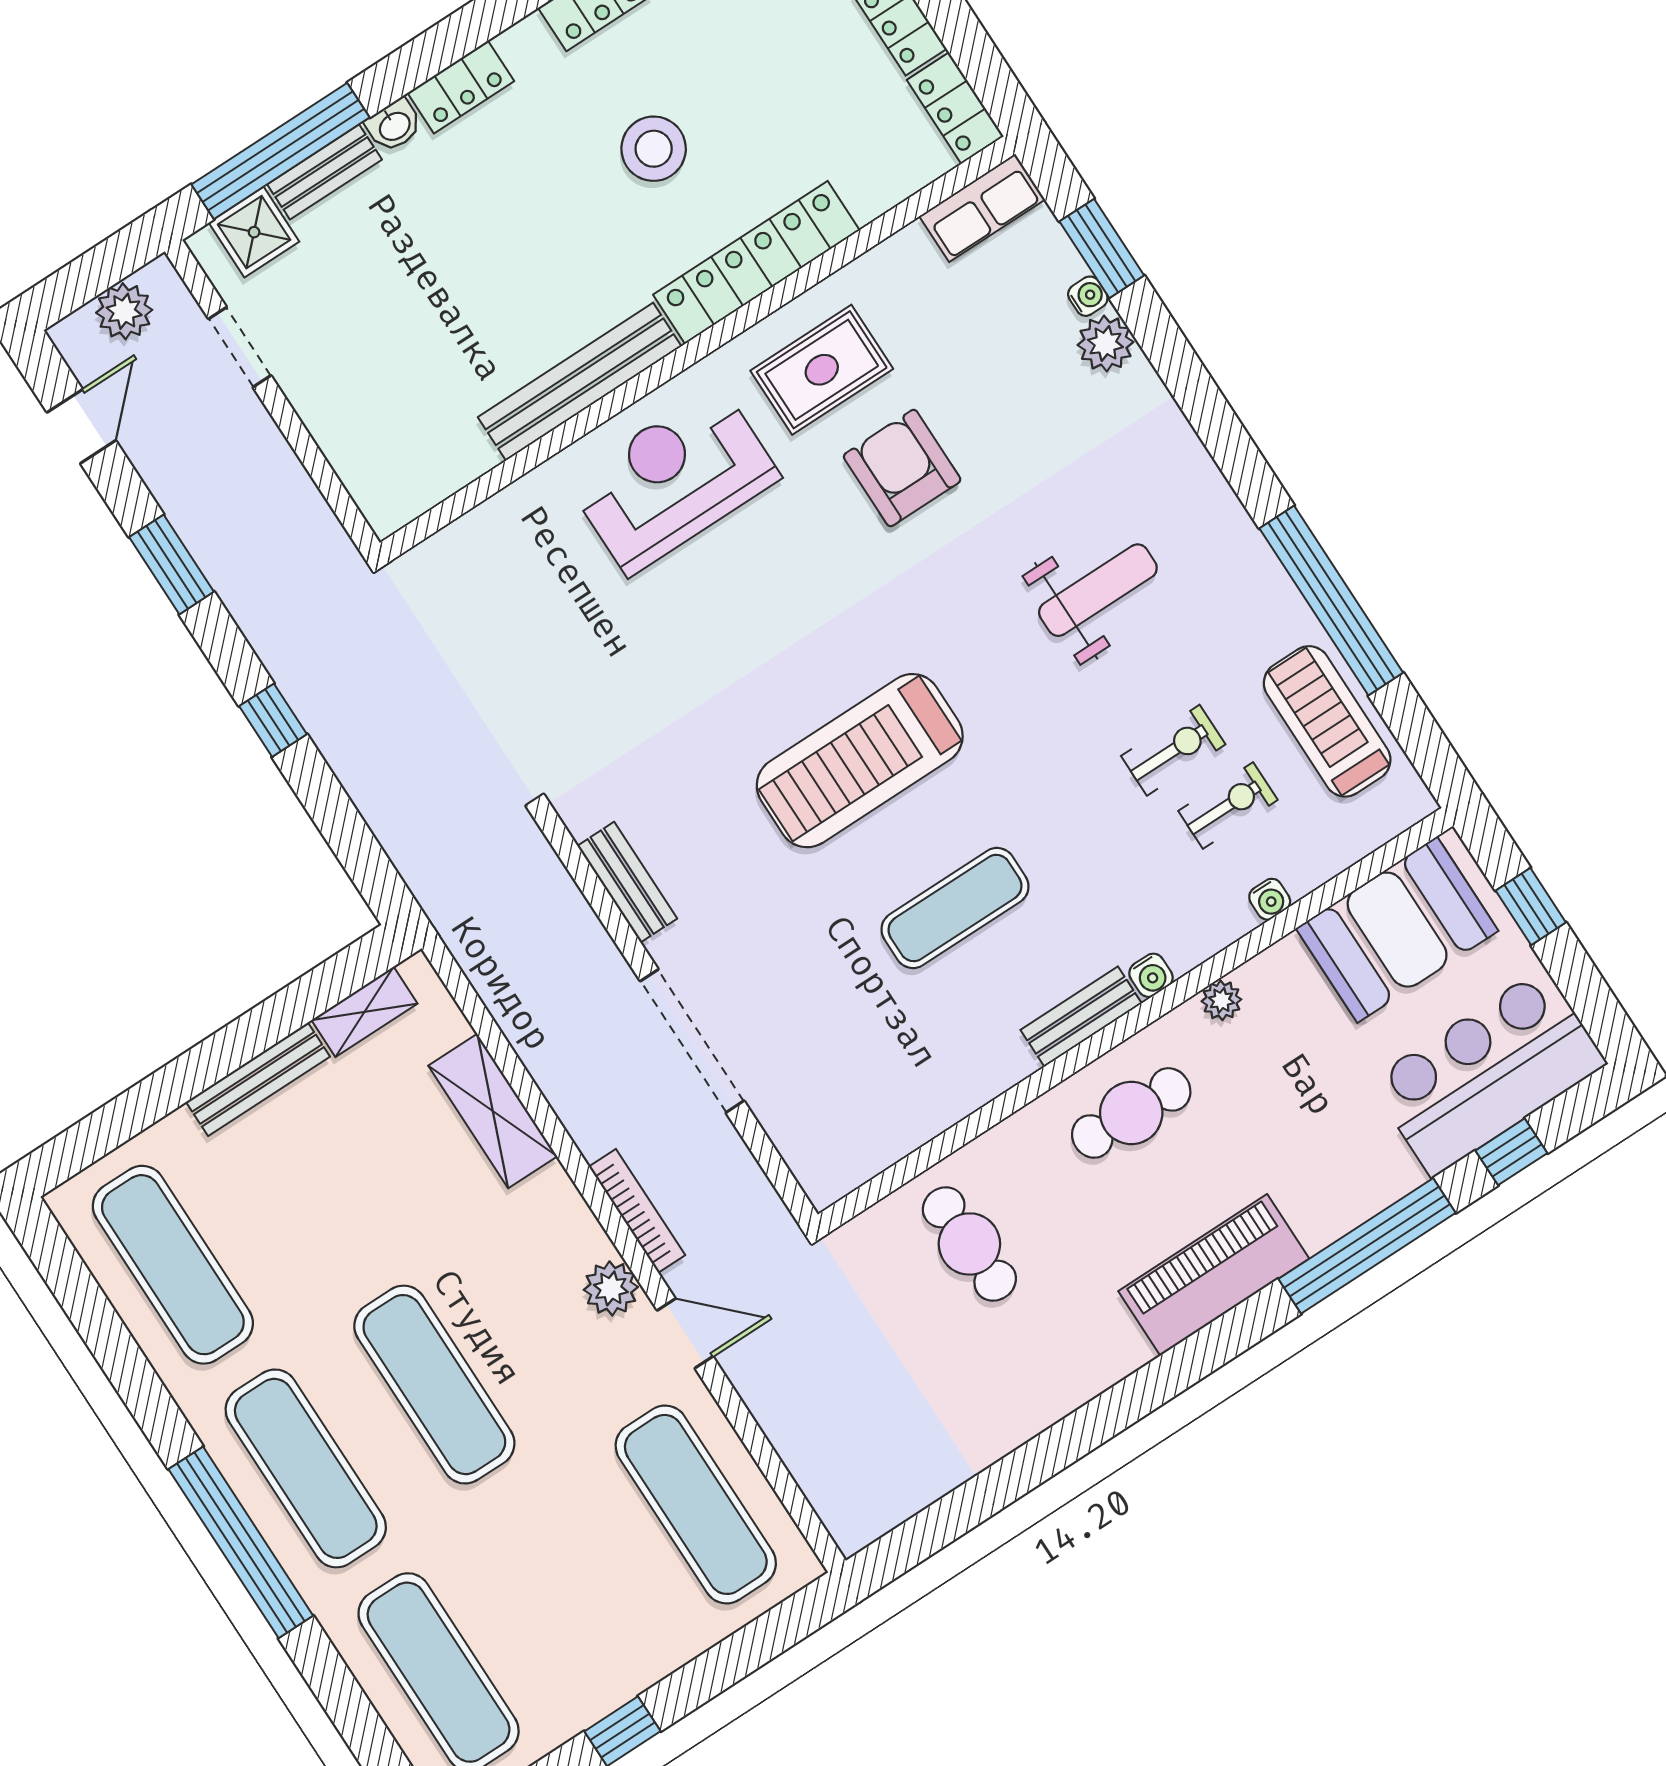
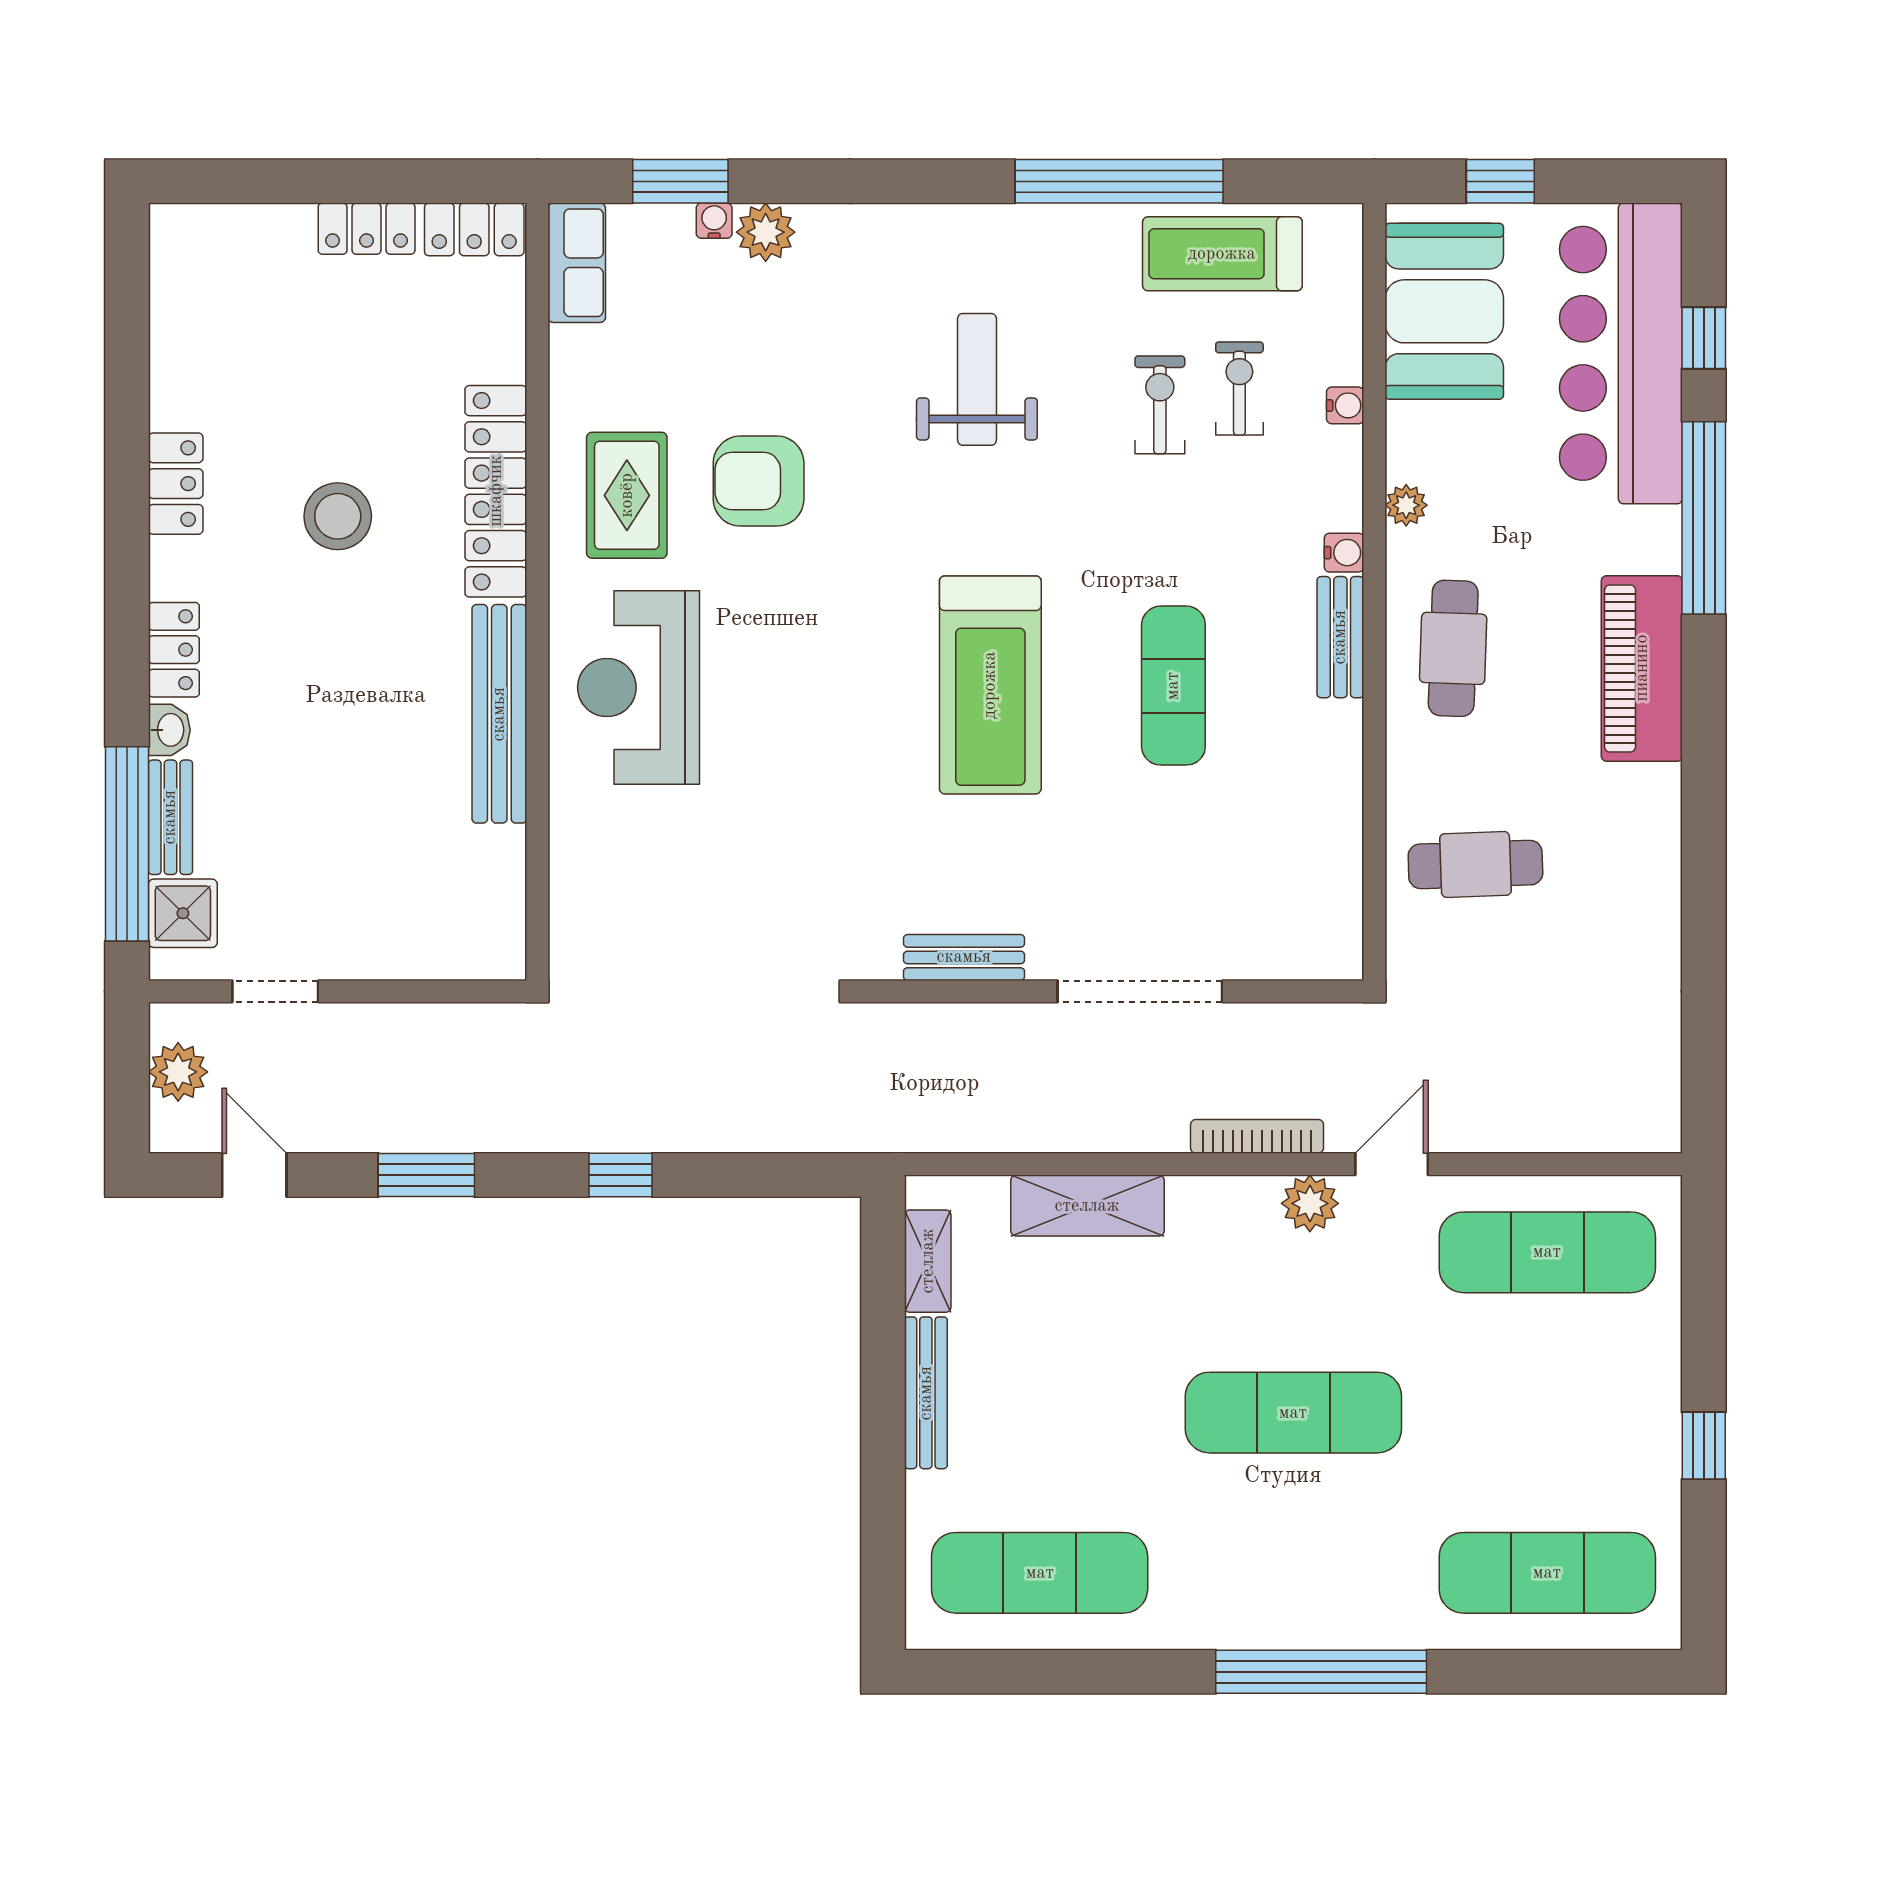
bar counter: (1488, 1072) -> (1621, 353), width x1.36
exercise mat: (306, 1468) -> (1293, 1573), removed

